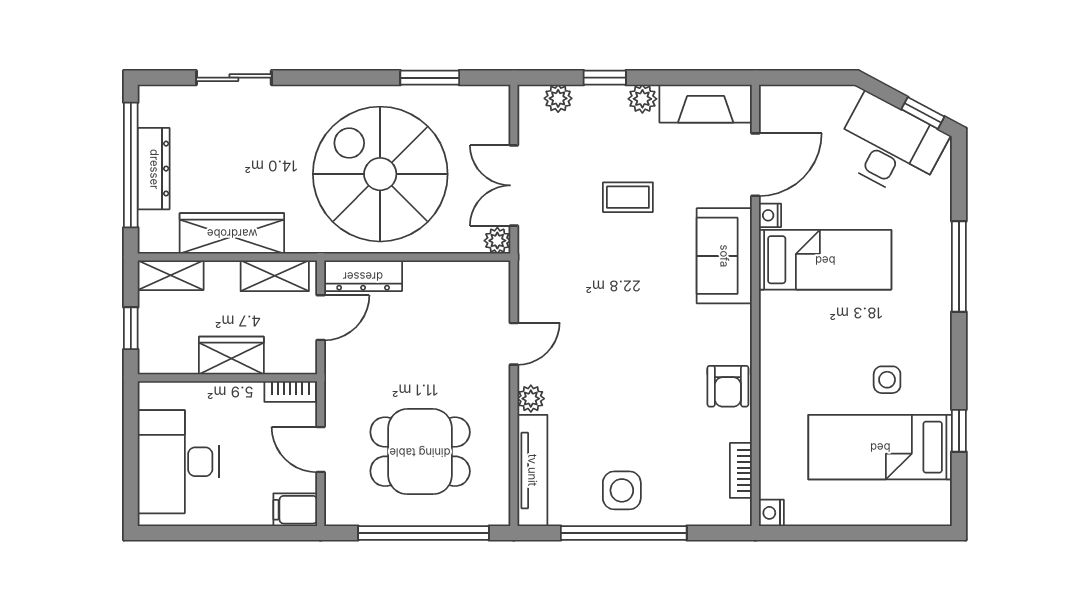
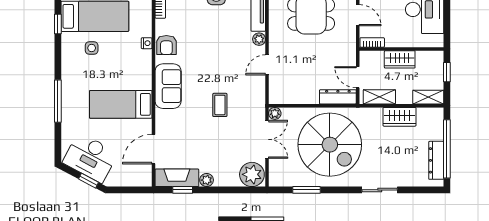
sliding door: (234, 78) -> (380, 190), moved
window: (605, 78) -> (183, 190), moved
plant: (558, 98) -> (252, 174), width x1.88, depth x1.88
window: (923, 113) -> (88, 181), moved
dresser: (154, 169) -> (436, 160), moved
coffee table: (628, 197) -> (220, 105), moved, turned 90
nightstand: (770, 215) -> (147, 43), moved
wardrobe: (232, 233) -> (399, 117), width x0.67
sofa: (724, 256) -> (168, 86), moved
door: (321, 318) -> (358, 77), hinge flipped
armchair: (728, 386) -> (166, 45), turned 180

